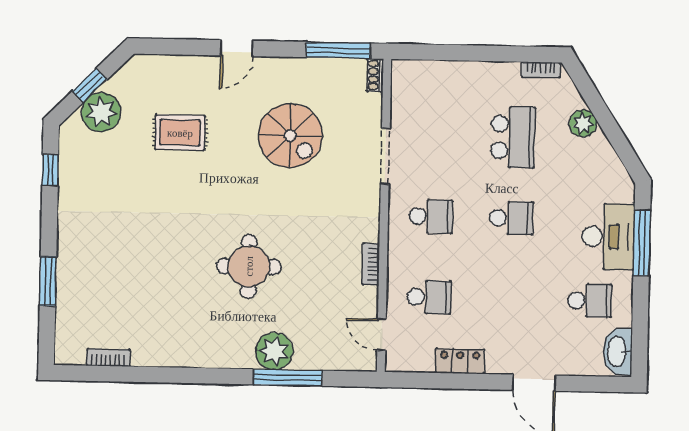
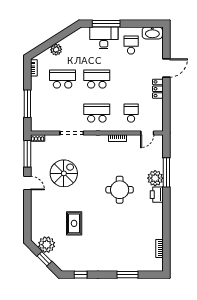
door: (237, 48) -> (27, 183), moved
window: (457, 53) -> (27, 104), added
plant: (101, 112) -> (47, 245), moved
rug: (180, 133) -> (74, 223), moved
school desk: (431, 216) -> (97, 113), width x1.85
school desk: (511, 218) -> (97, 79), width x1.85
printer: (235, 354) -> (157, 195), added
locker: (460, 361) -> (158, 89), moved

